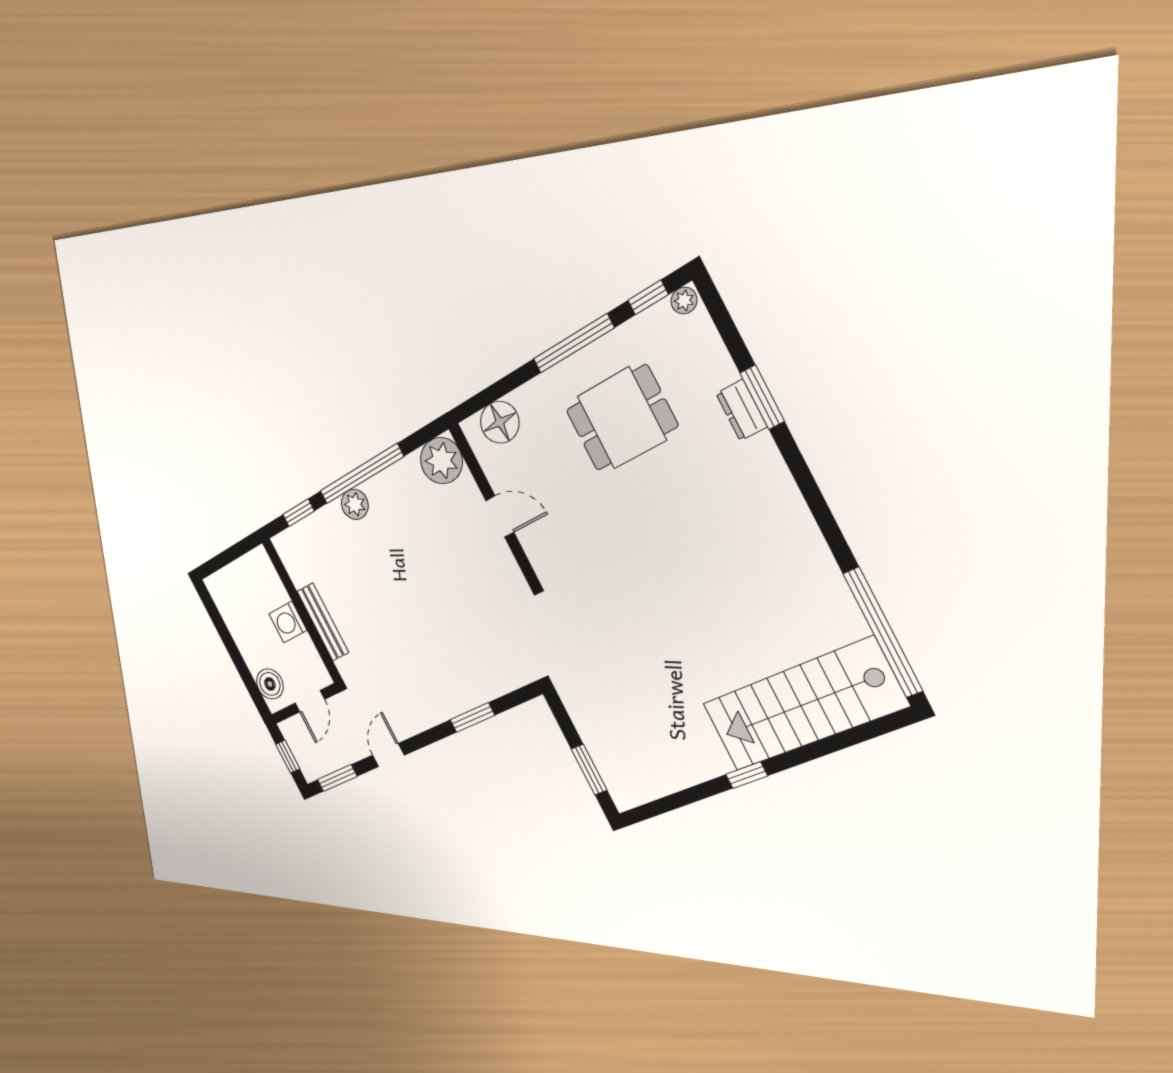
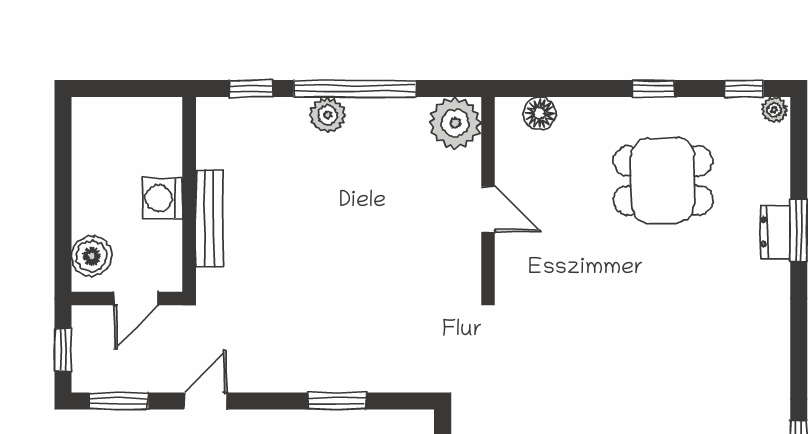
window: (573, 344) -> (654, 89), width x0.46
floor lamp: (500, 422) -> (540, 113), width x0.73, depth x0.73

